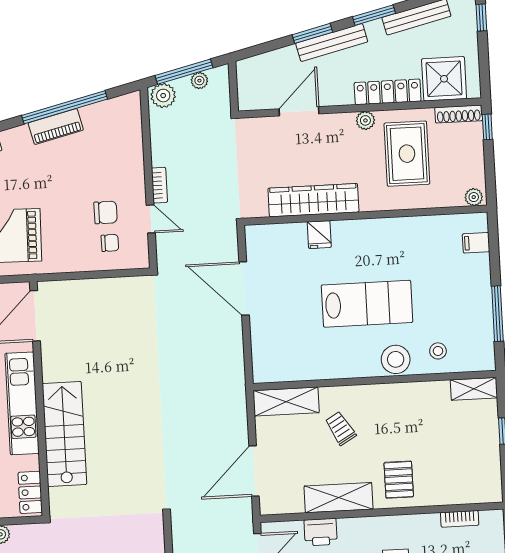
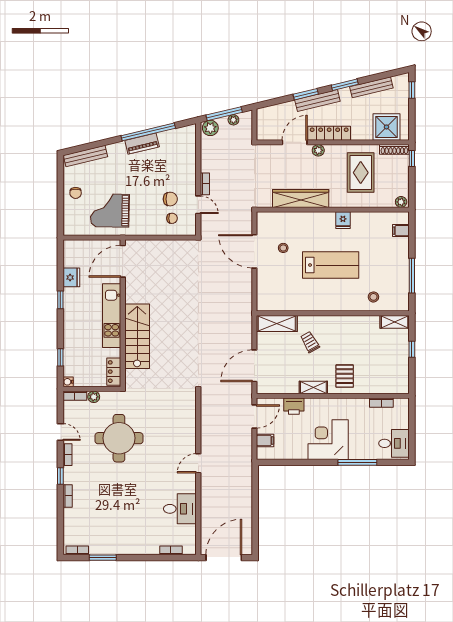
locker: (388, 92) -> (329, 133), moved
plant: (365, 120) -> (318, 150), moved
fridge: (319, 235) -> (343, 220), moved
stool: (396, 359) -> (283, 248), moved, width x0.53, depth x0.53
shelving: (339, 498) -> (313, 387), width x0.67, depth x0.75

